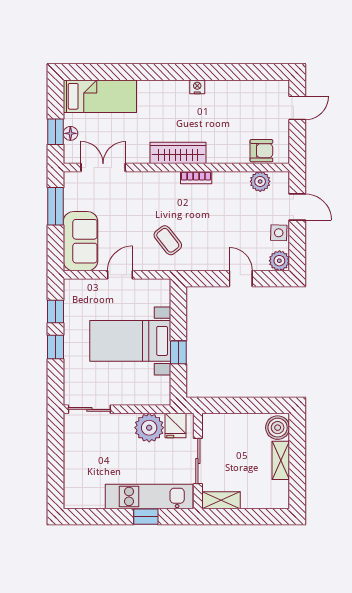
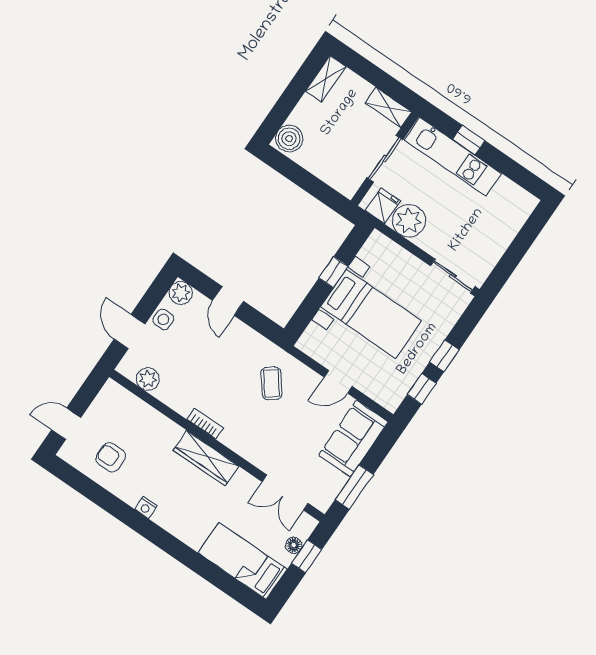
armchair: (261, 151) -> (111, 457), moved
shelving: (281, 460) -> (326, 79), moved

